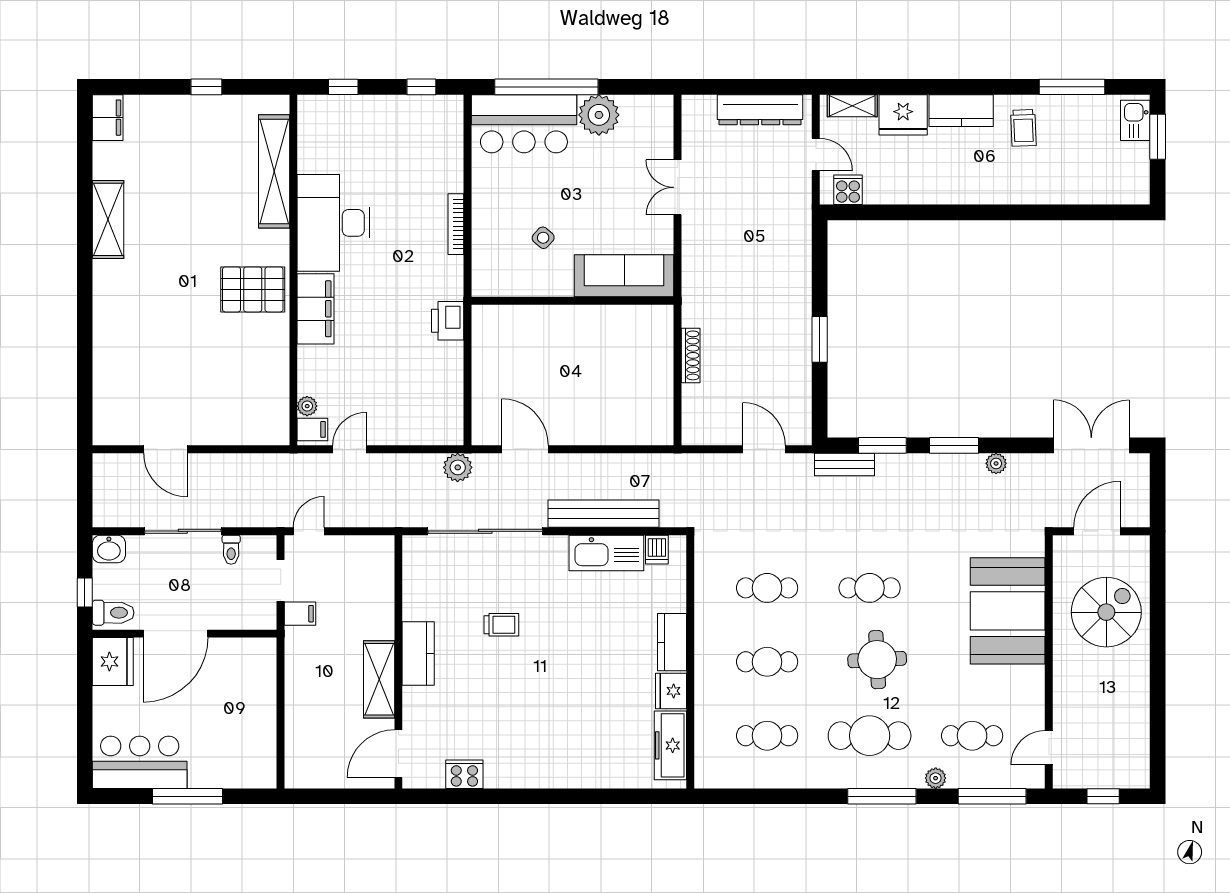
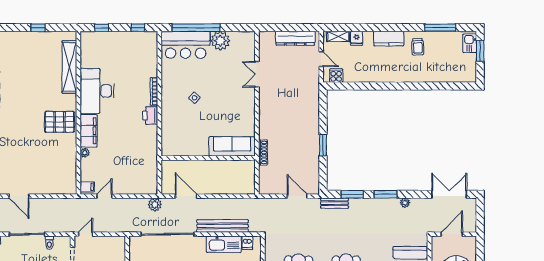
fridge: (903, 115) -> (357, 38), width x0.53, depth x0.75
sofa: (624, 276) -> (232, 146), moved
wall: (573, 301) -> (208, 158), moved
printer: (448, 321) -> (150, 116), moved
plant: (307, 406) -> (85, 153), moved

